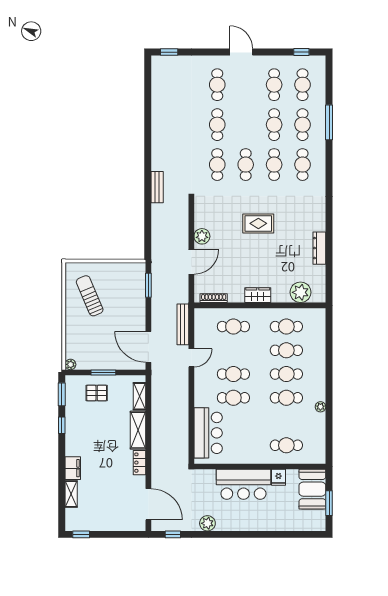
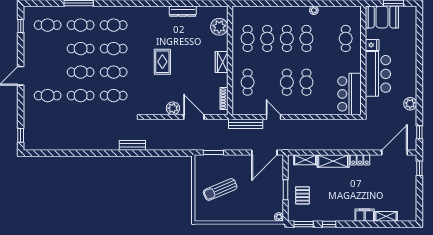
cafe table: (274, 85) -> (81, 72), moved
sun lounger: (90, 296) -> (220, 189), moved
bar counter: (208, 433) -> (349, 94), moved, turned -90
window: (81, 534) -> (419, 168), moved

